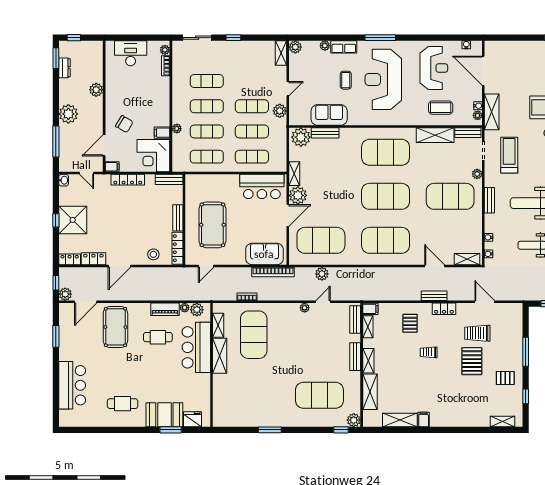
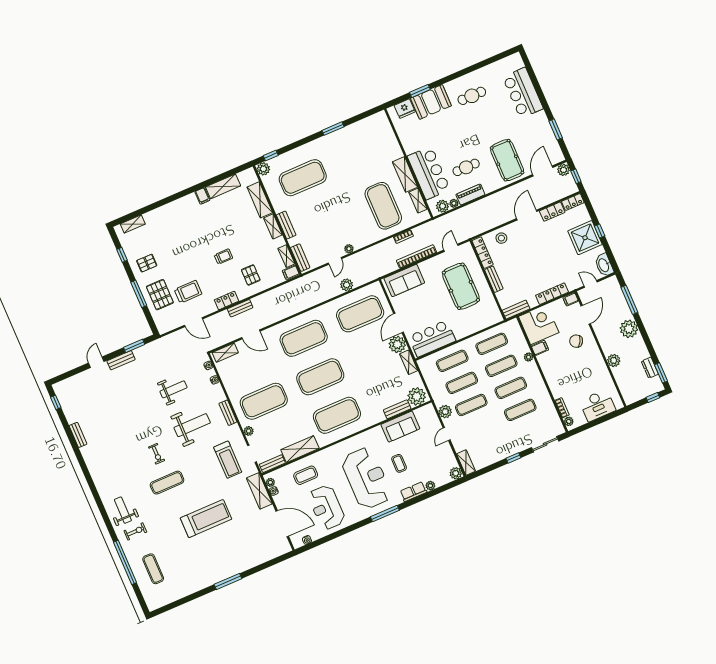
washbasin: (64, 180) -> (604, 265), width x1.91, depth x1.45
bookcase: (273, 272) -> (417, 257), moved
pallet: (472, 361) -> (160, 295), moved

